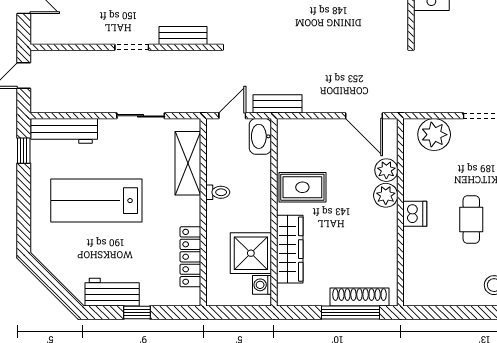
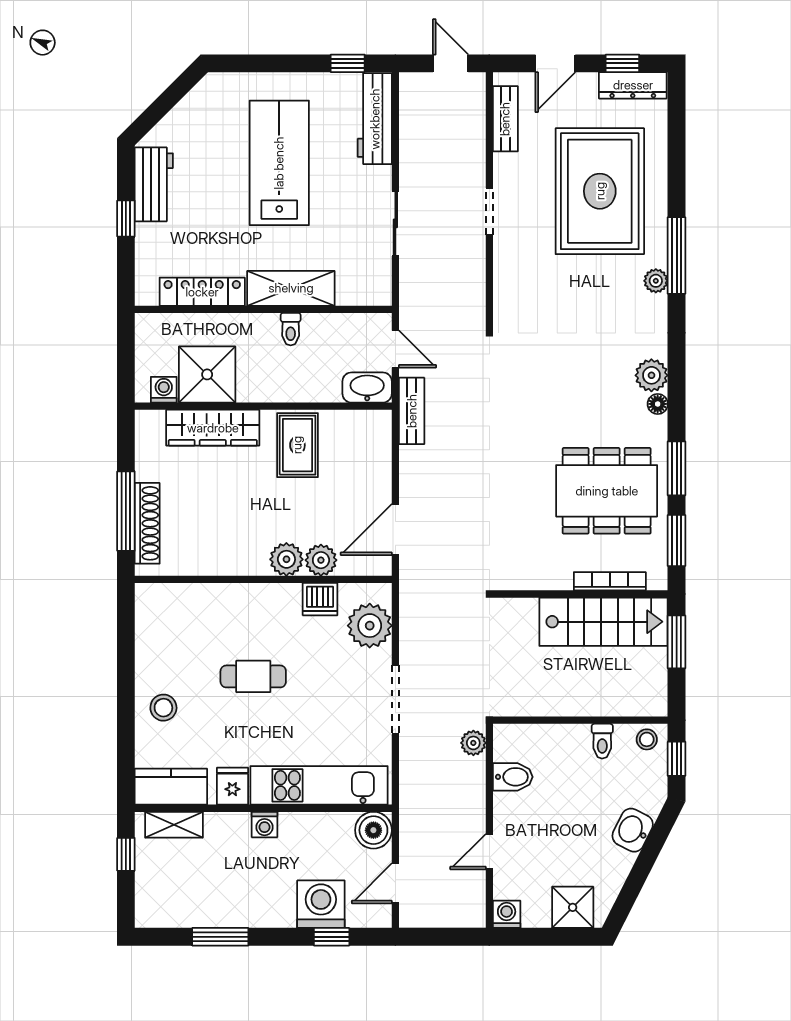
bench: (183, 36) -> (505, 119), moved
shelving: (188, 163) -> (291, 288), moved
dishwasher: (415, 214) -> (320, 599), moved

